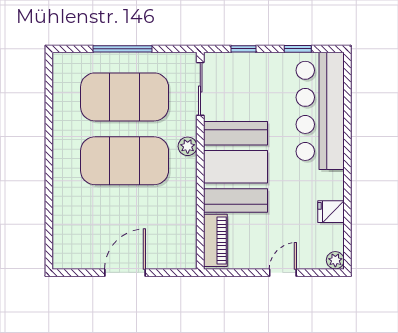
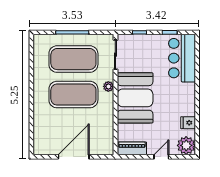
bar counter: (320, 111) -> (182, 58), width x0.73
piano: (215, 240) -> (132, 148), moved, turned -90
plant: (335, 260) -> (186, 145), width x1.87, depth x1.87
door: (125, 273) -> (74, 157), width x1.36

